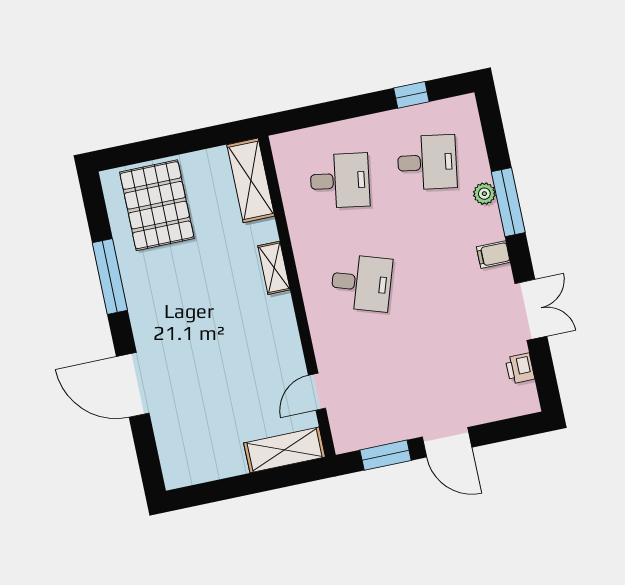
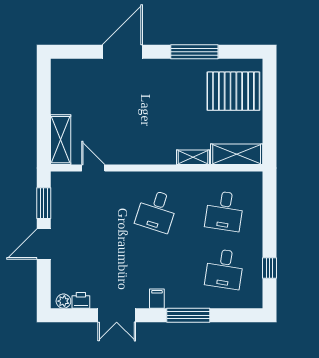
plant: (484, 194) -> (63, 301), moved
shelving: (274, 268) -> (193, 157), moved

